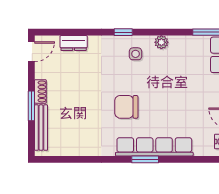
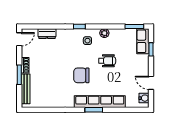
wheelchair: (165, 85) -> (107, 61), added

